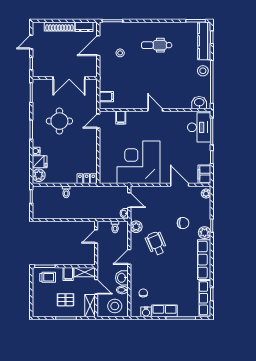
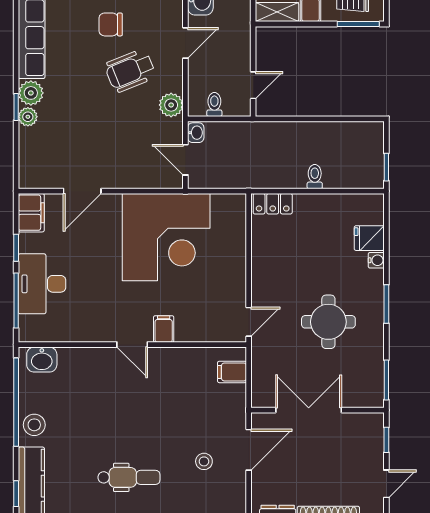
door: (98, 46) -> (249, 450), moved
filing cabinet: (121, 118) -> (164, 329), moved
desk: (199, 127) -> (42, 284), moved
plant: (39, 175) -> (371, 211), removed
door: (180, 185) -> (82, 191), hinge flipped
plant: (206, 194) -> (28, 117), moved
chair: (183, 223) -> (111, 24), moved
wheelchair: (156, 243) -> (130, 71), turned 91

